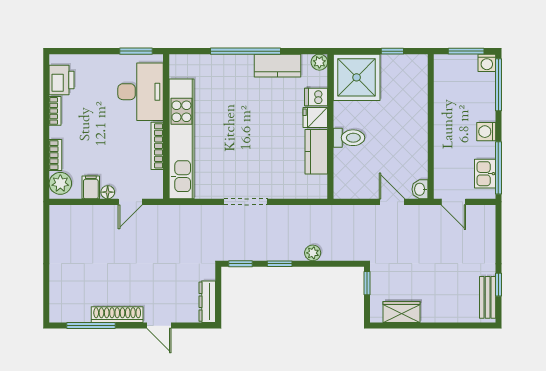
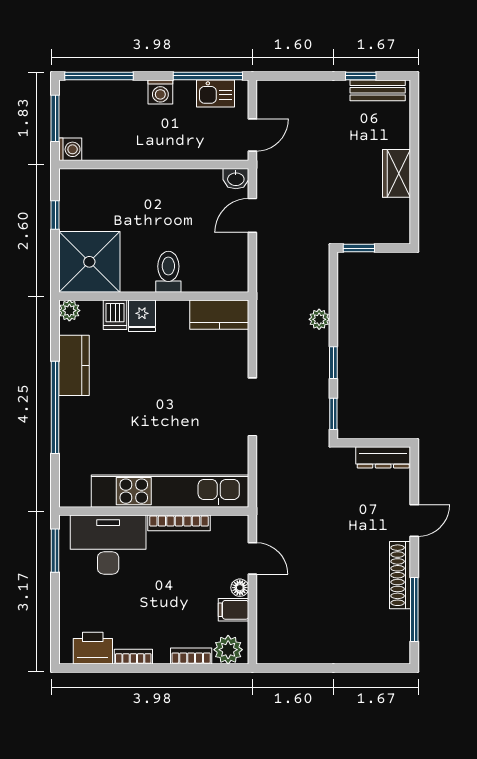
washing machine: (487, 63) -> (70, 149), moved
kitchen counter: (316, 152) -> (219, 315), moved
wardrobe: (402, 312) -> (397, 173), moved

